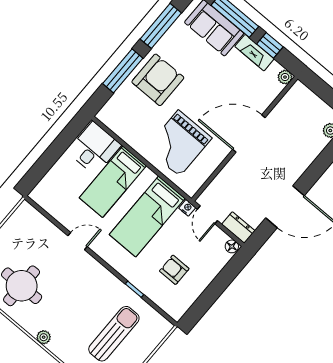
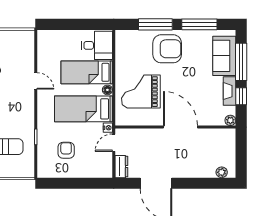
floor lamp: (232, 246) -> (107, 90), moved

